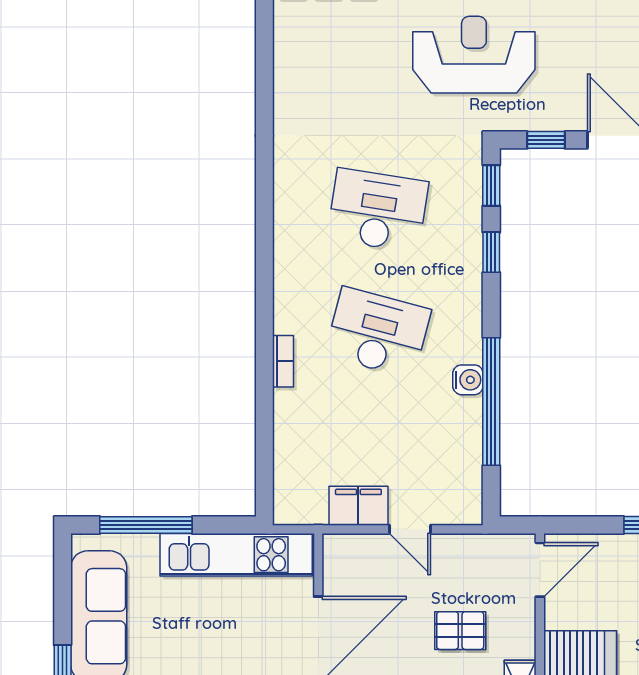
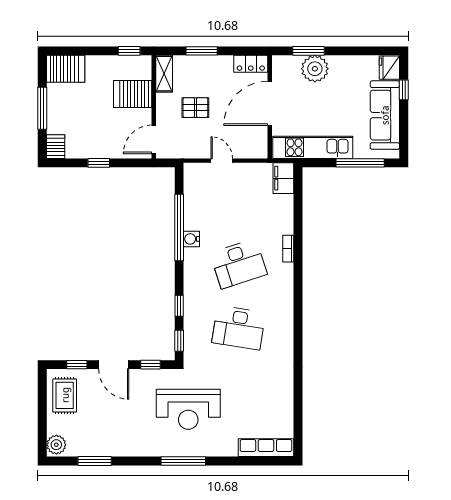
desk: (378, 332) -> (239, 264), turned -33
filing cabinet: (358, 506) -> (283, 178), moved, turned 90

